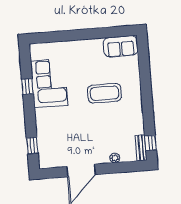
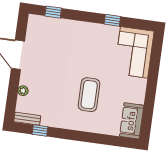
corner sofa: (49, 83) -> (134, 52), moved, turned 90
window: (150, 143) -> (40, 130), moved

